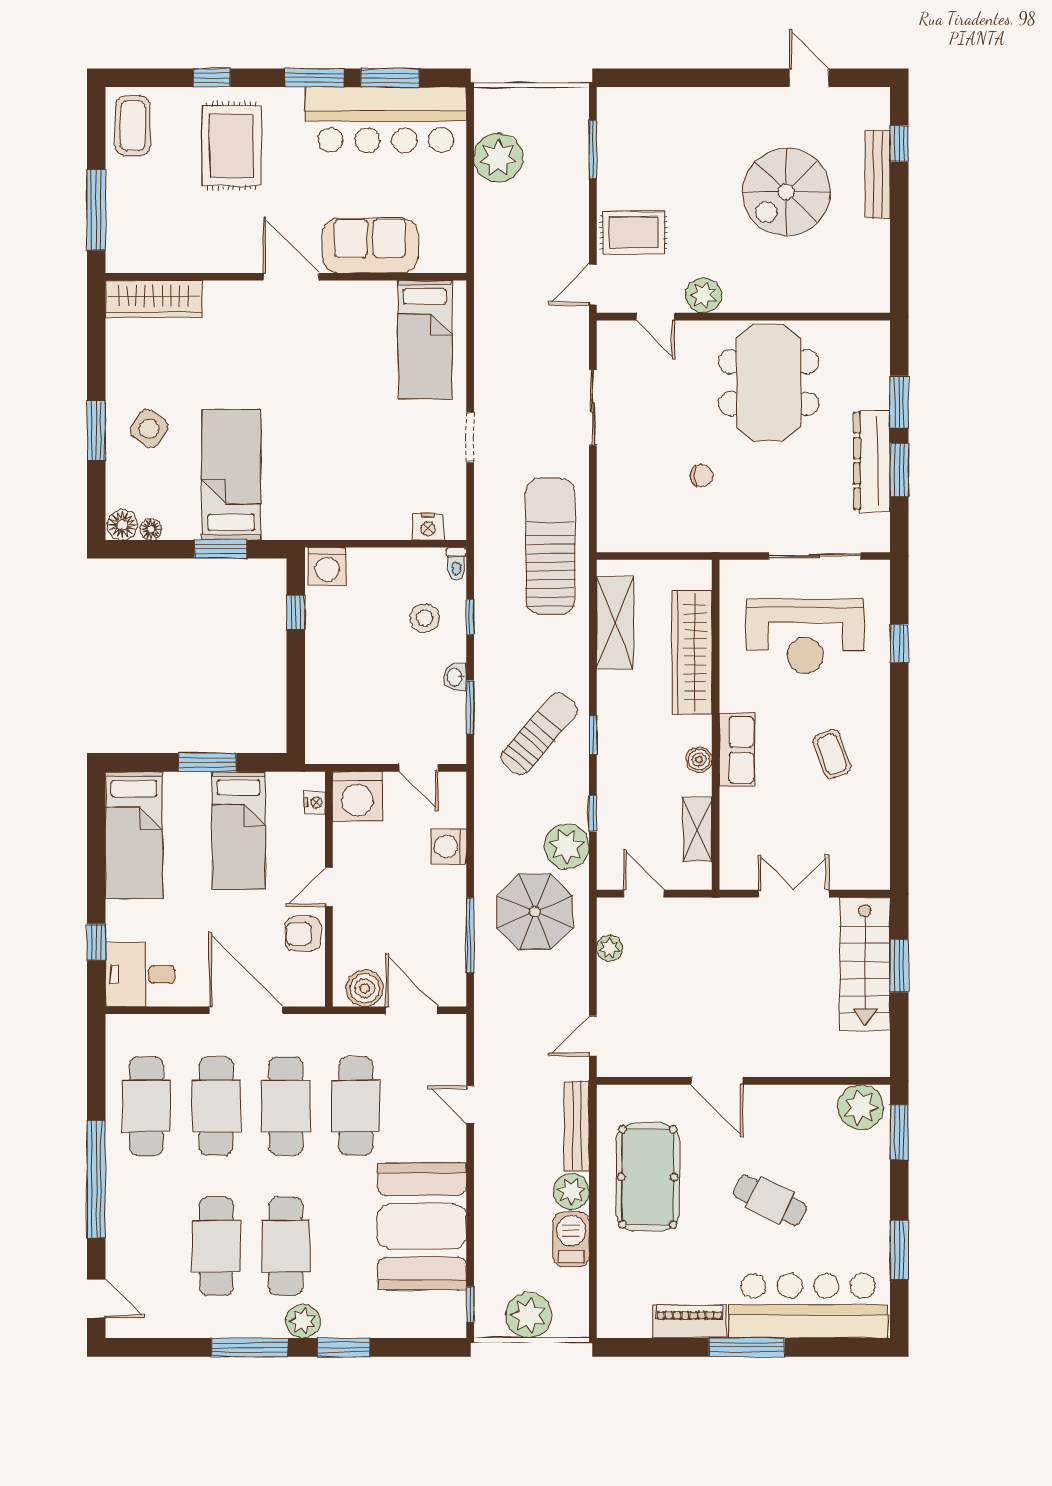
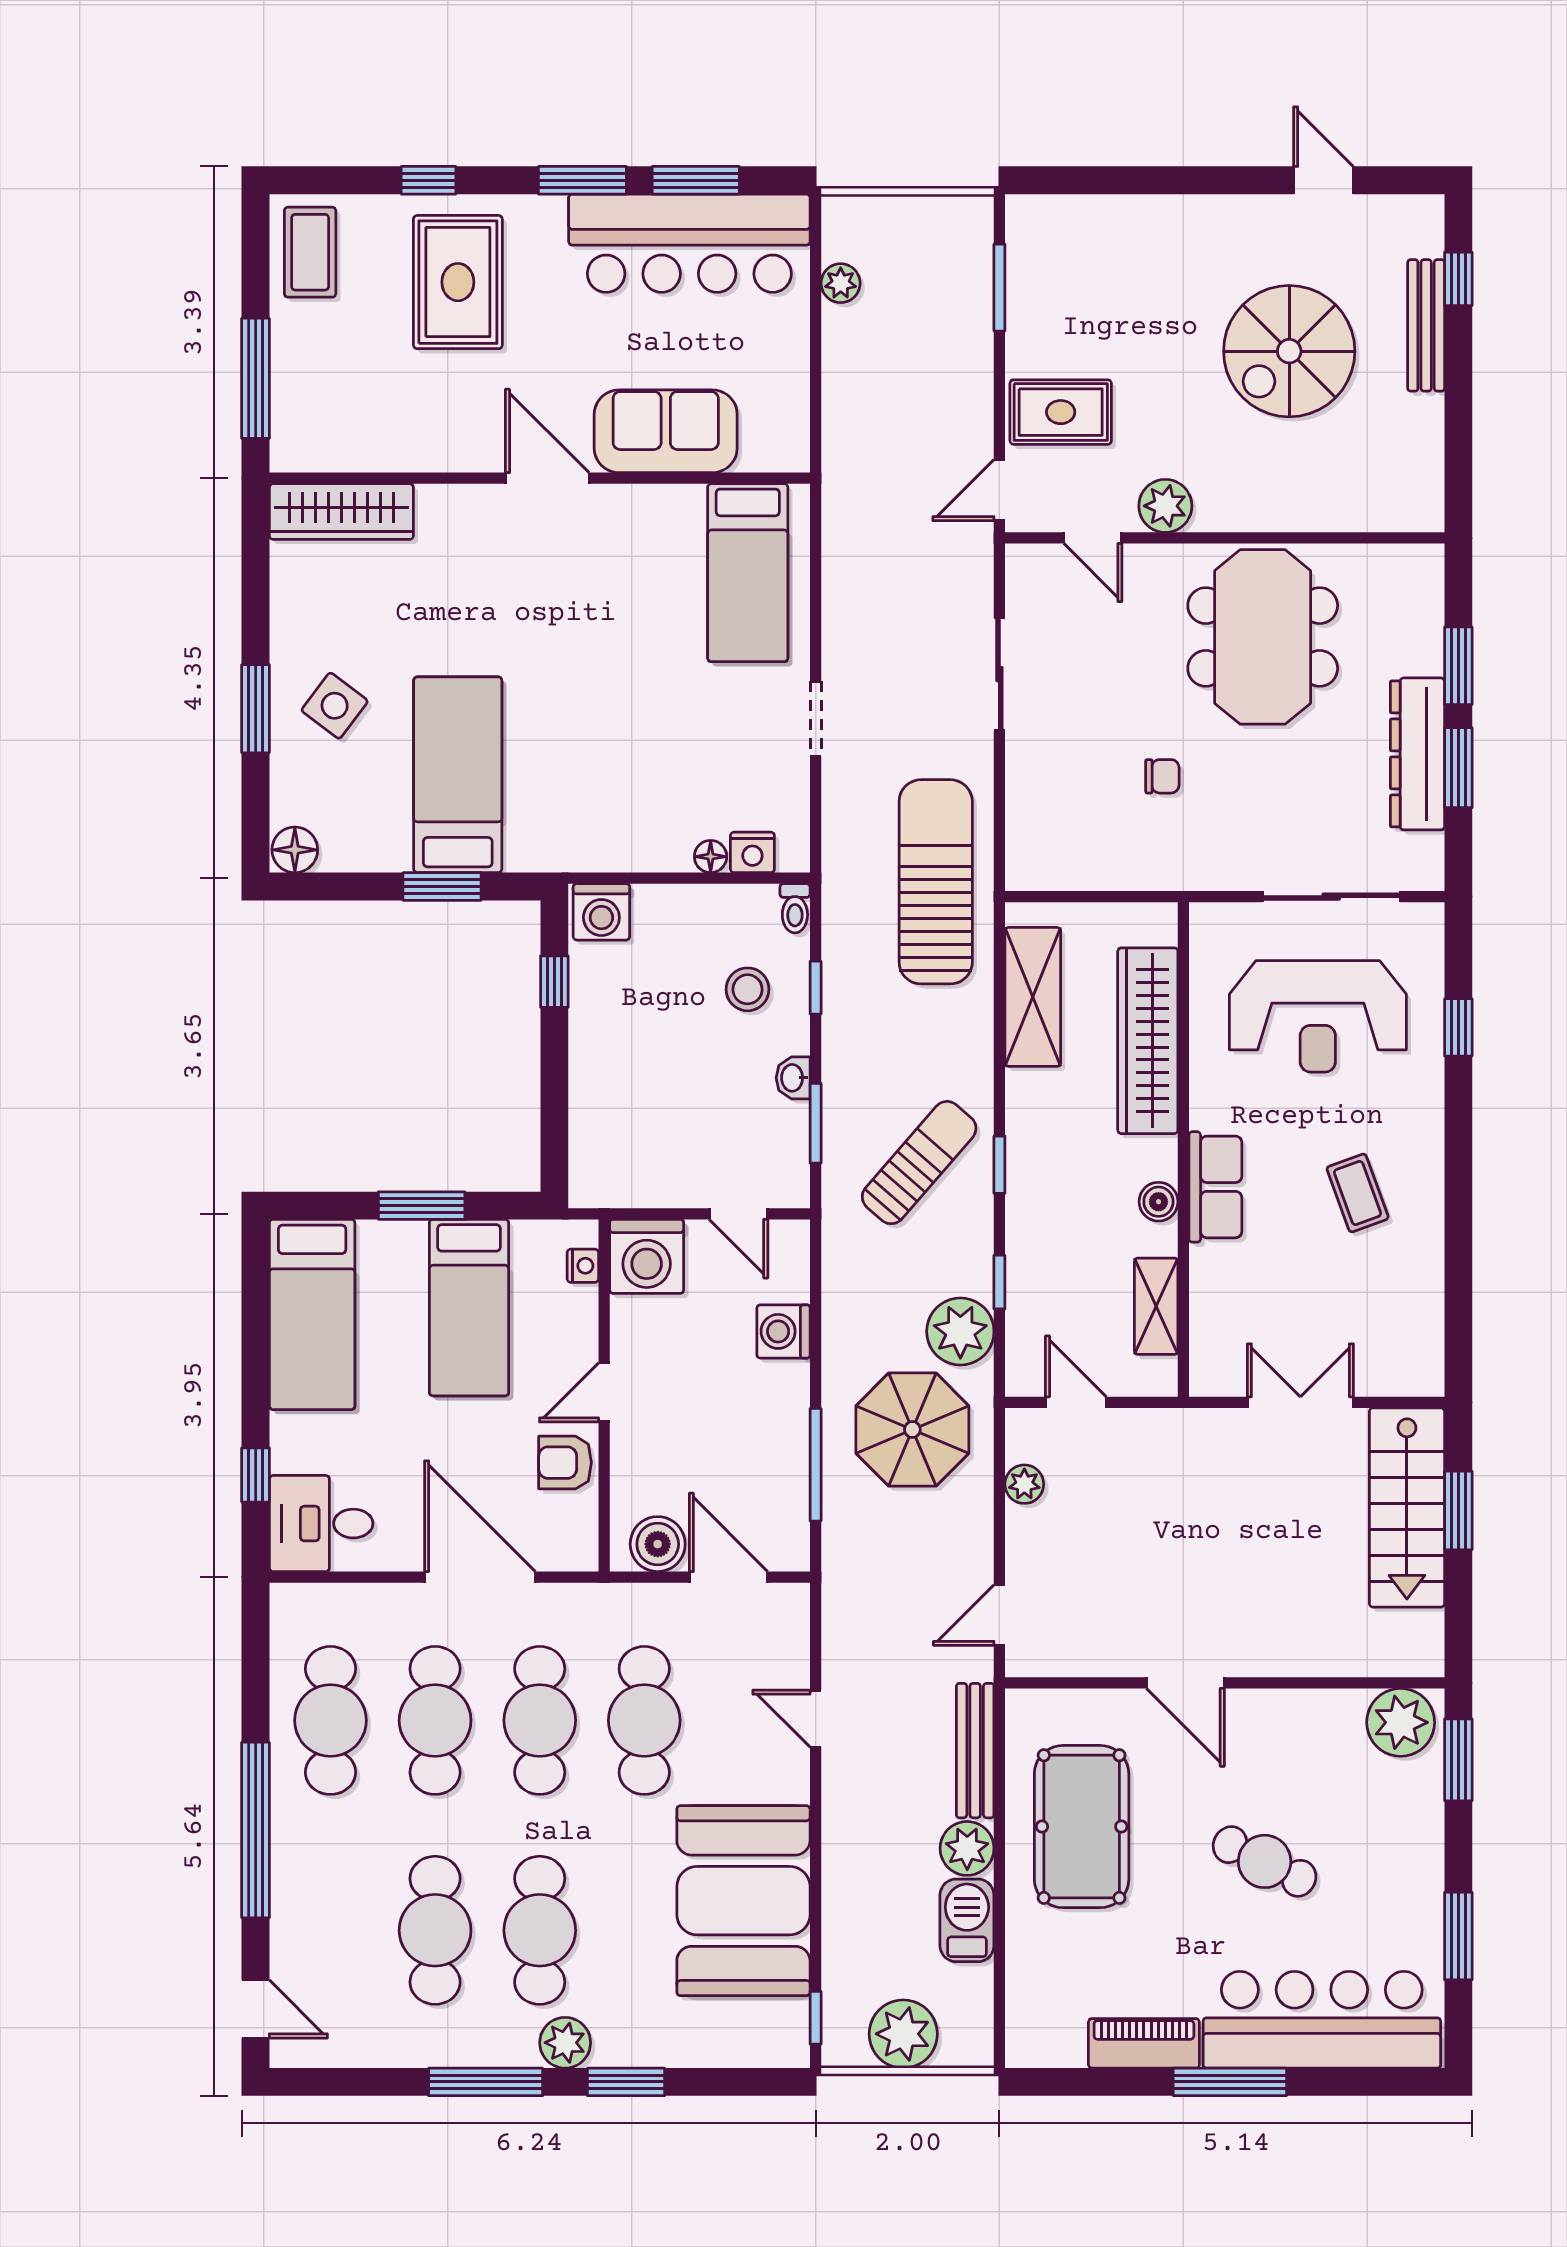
plant: (498, 158) -> (841, 283), width x0.53, depth x0.53
floor lamp: (151, 529) -> (711, 857), moved

